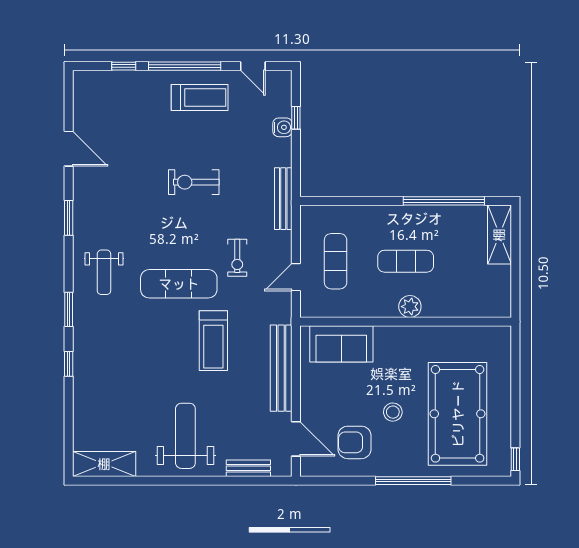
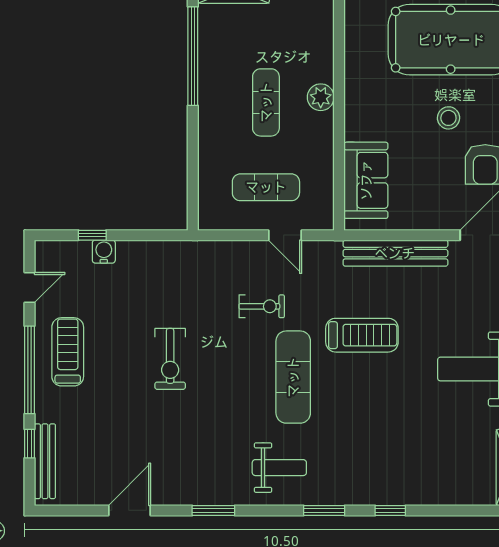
bench: (283, 199) -> (45, 461), moved, turned 90

